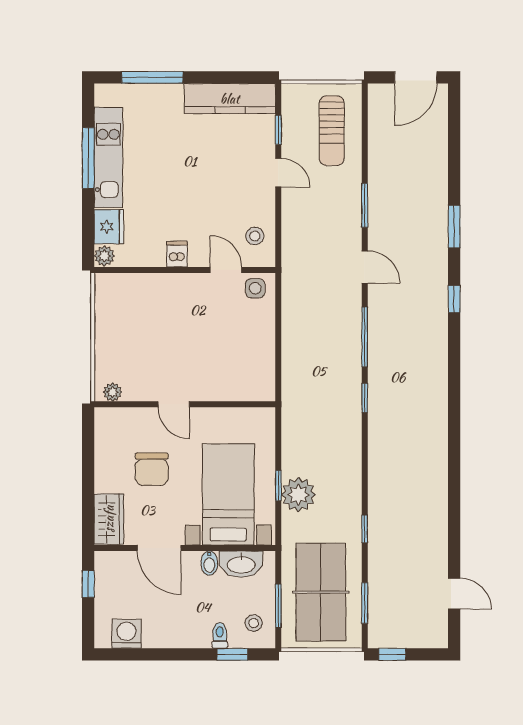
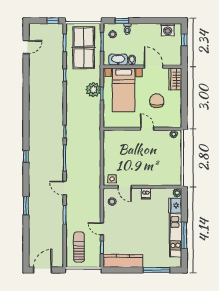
window: (454, 299) -> (26, 156), moved
window: (88, 584) -> (184, 40), moved
door: (454, 594) -> (26, 47), swing flipped

